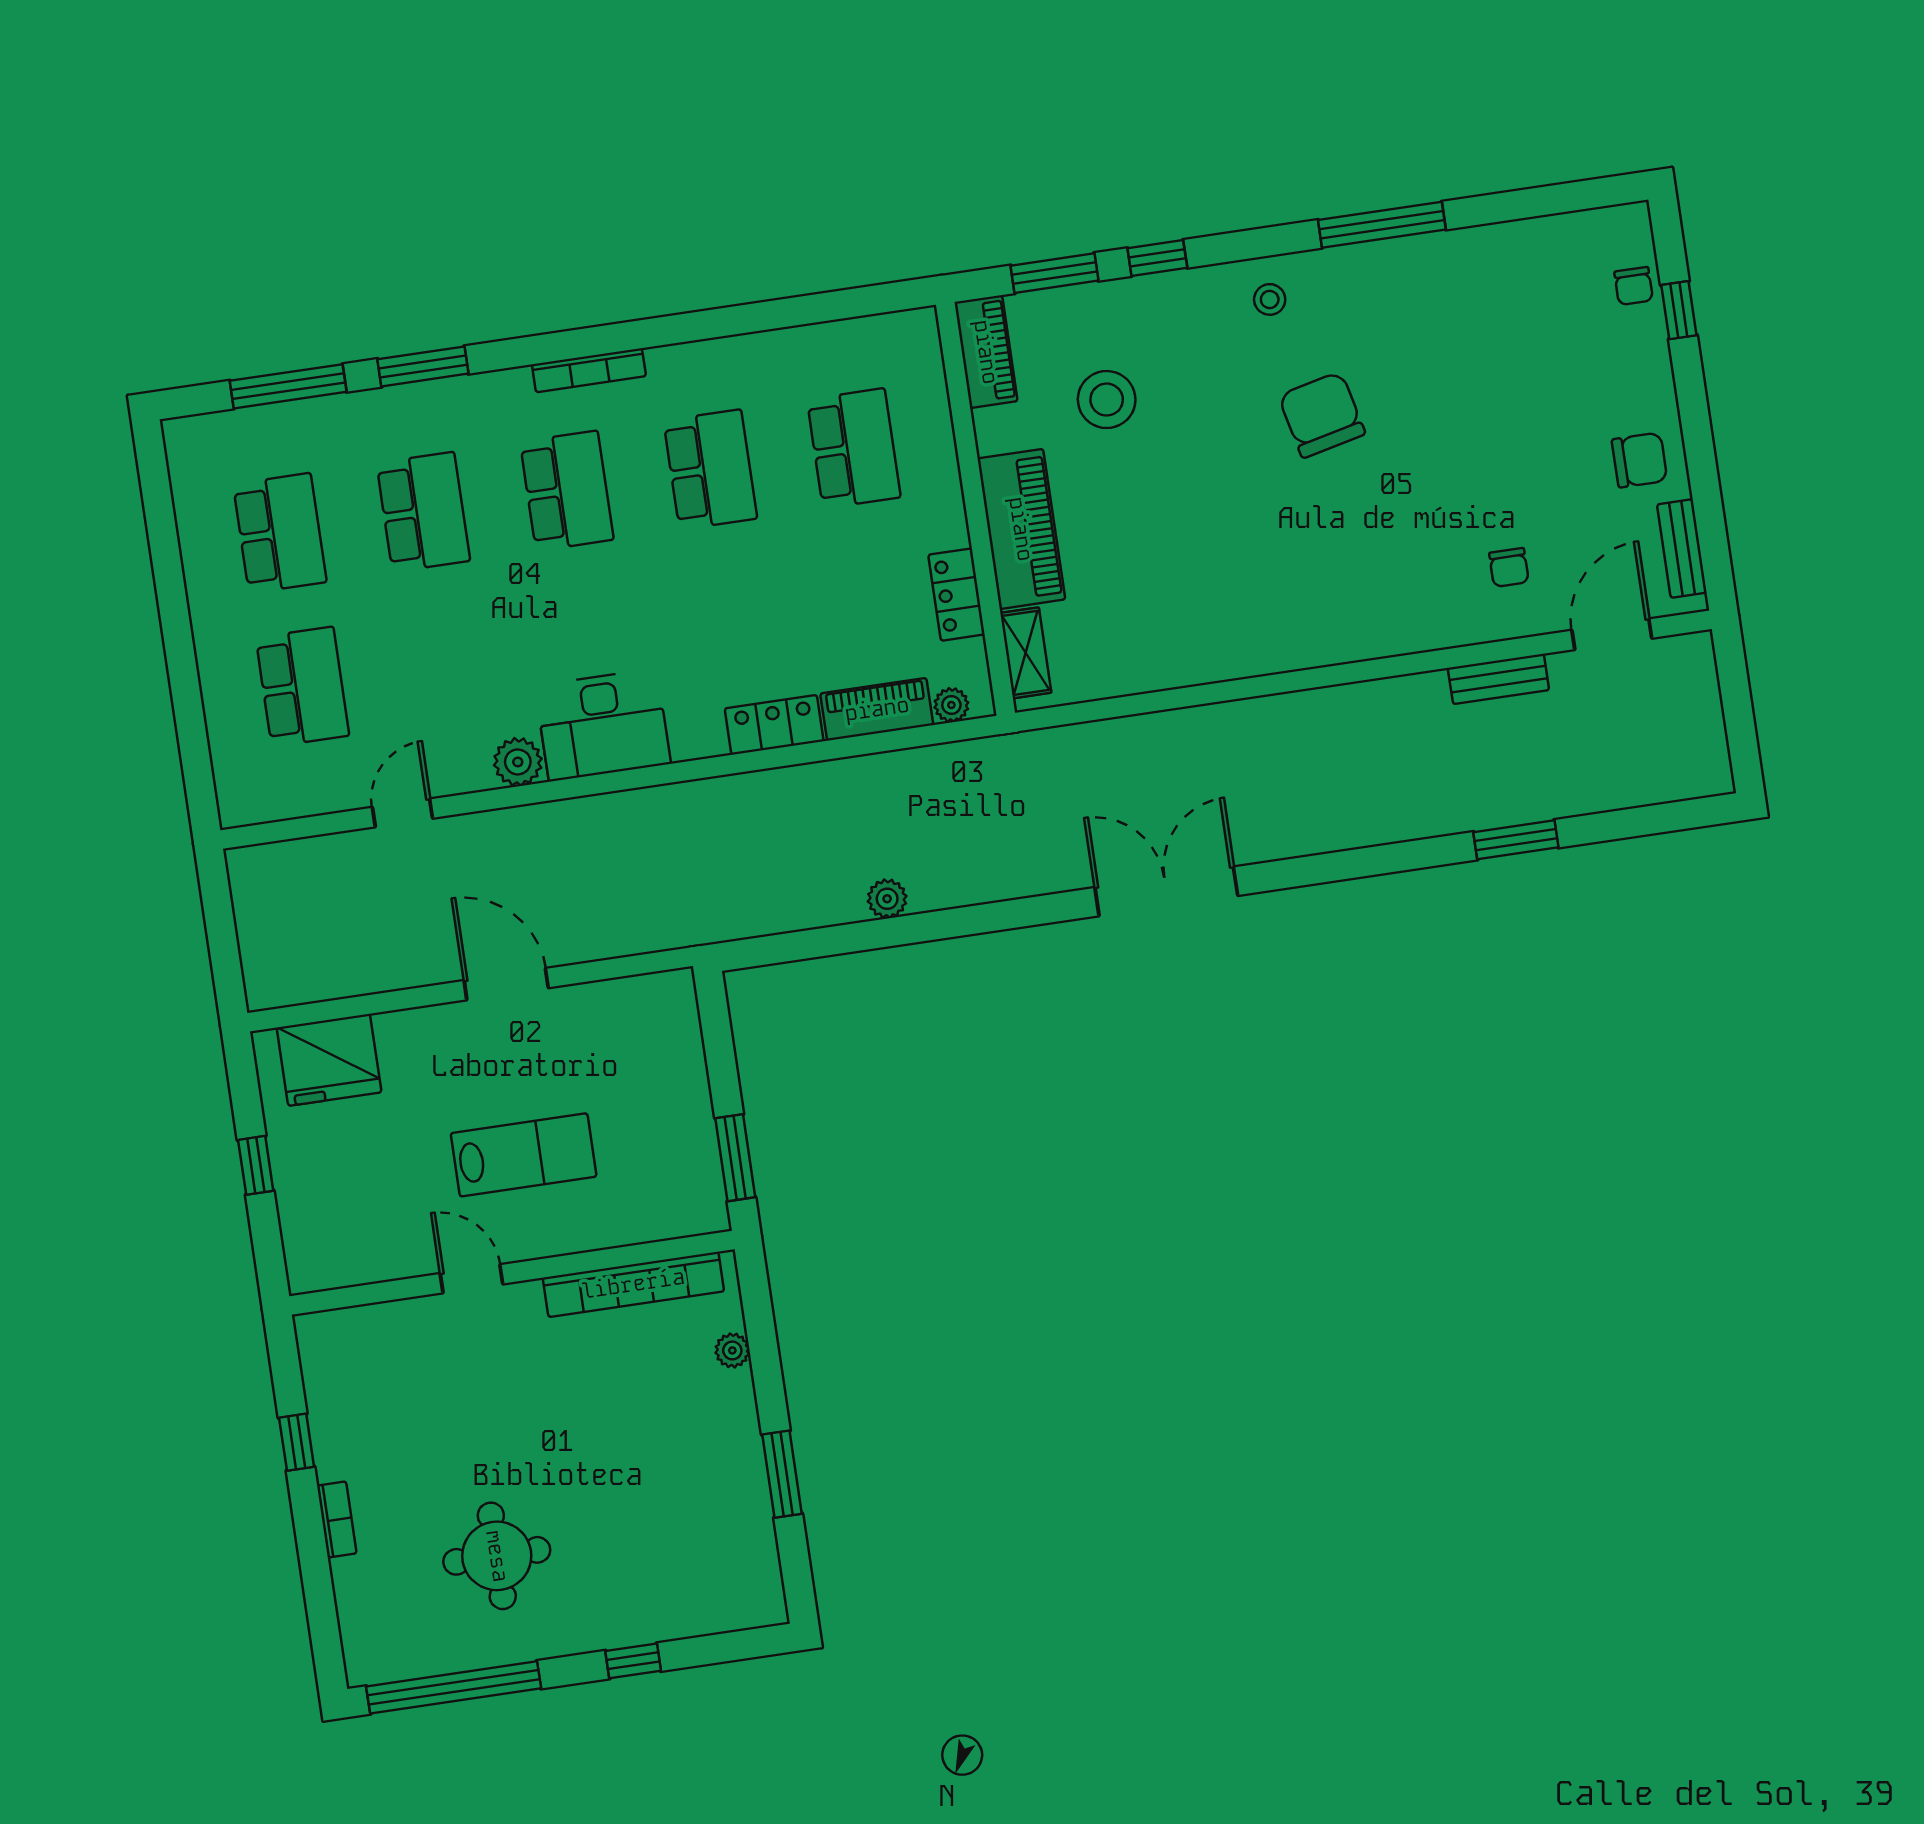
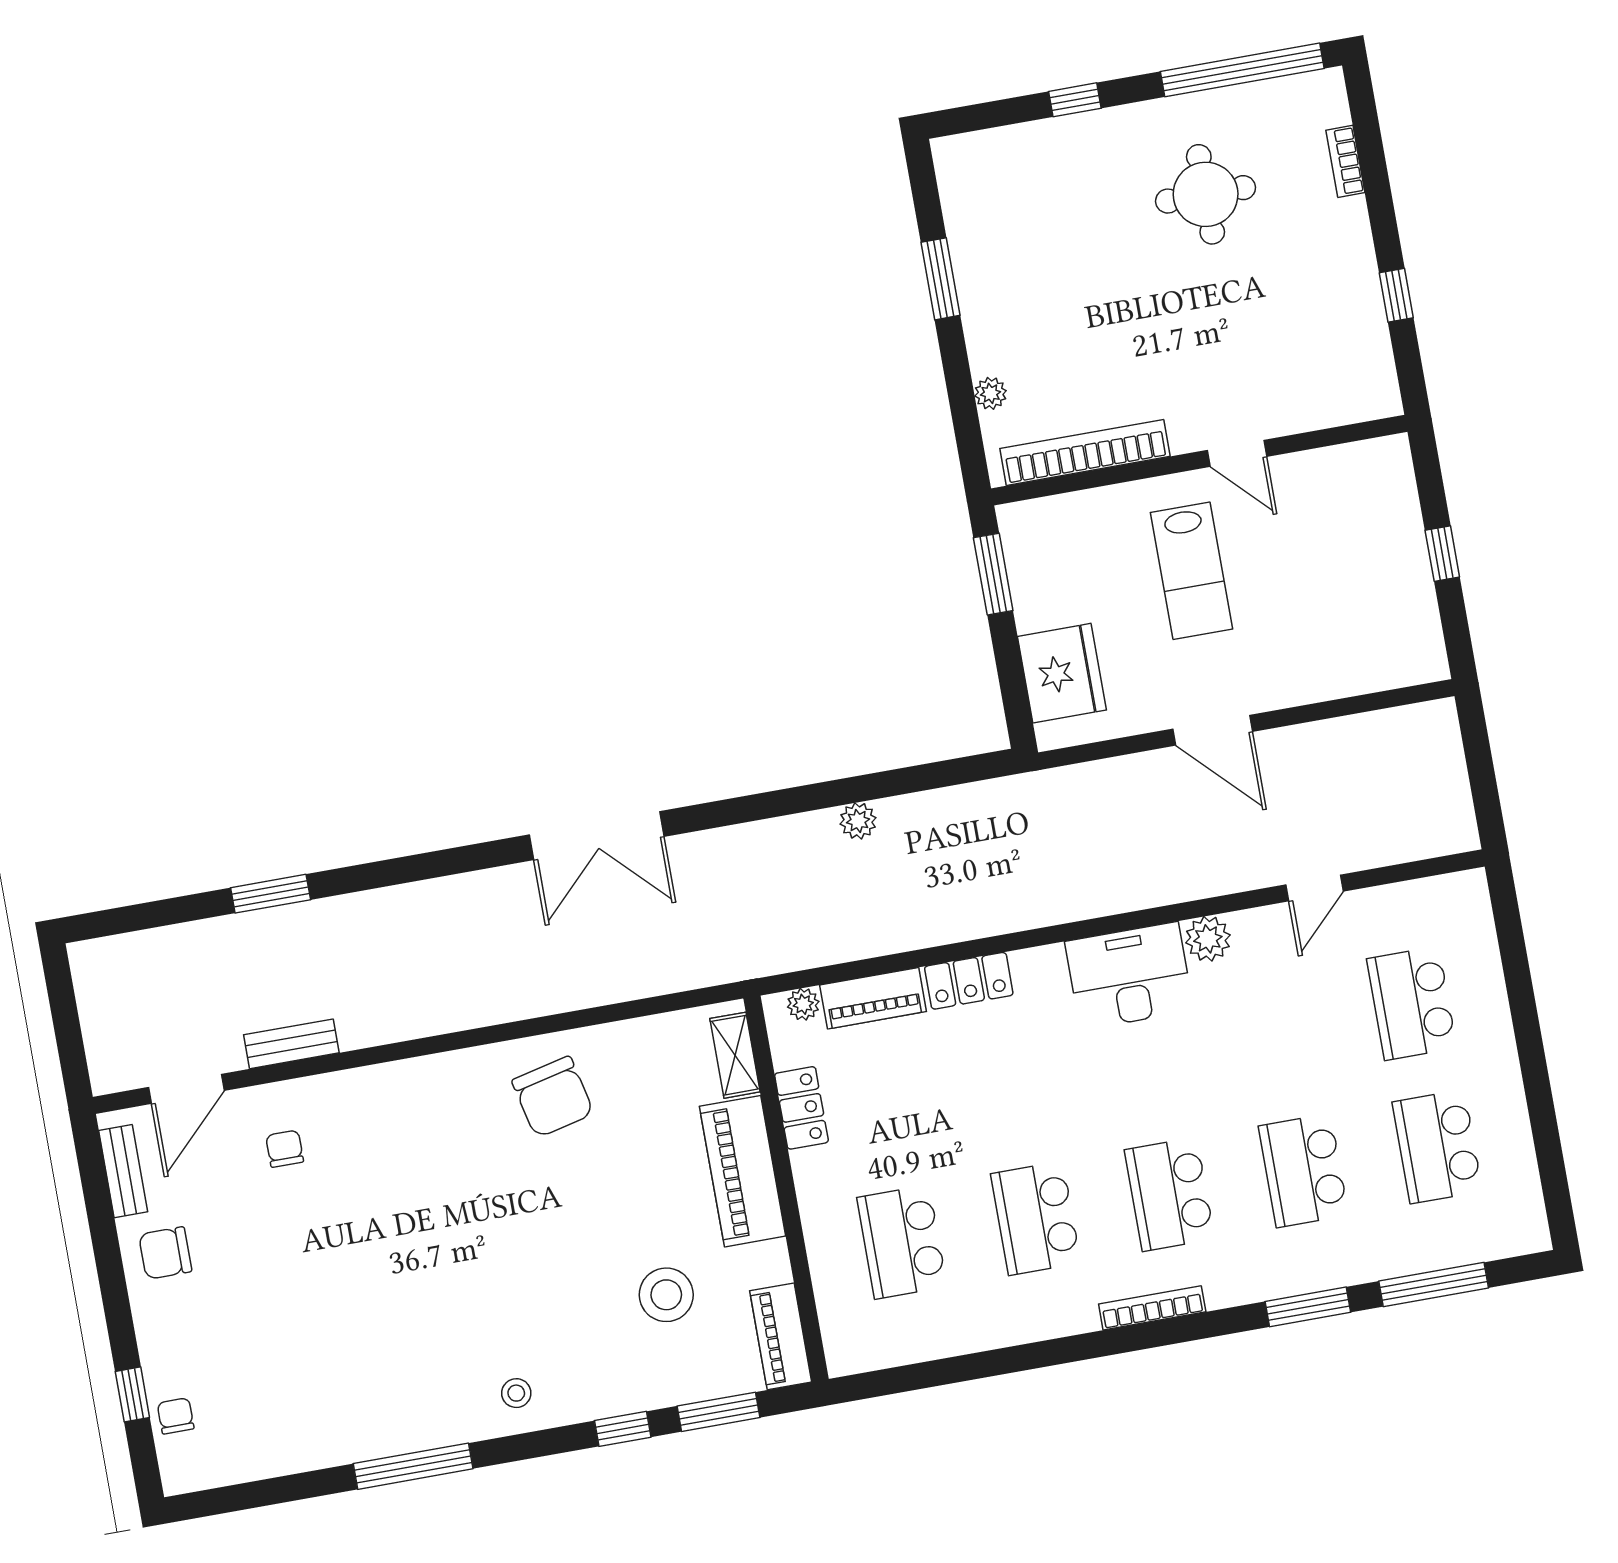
chair: (1322, 415) -> (553, 1097), moved
fridge: (329, 1060) -> (1062, 673), moved, turned 90
lab bench: (524, 1155) -> (1192, 571), turned -90
bookcase: (337, 1519) -> (1345, 161), moved

